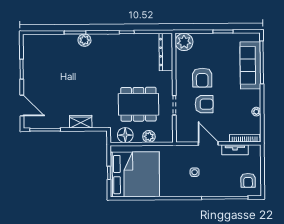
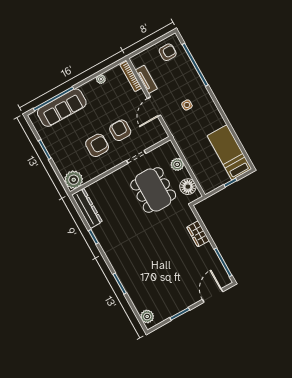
plant: (84, 40) -> (147, 316), moved
dresser: (166, 52) -> (87, 208), moved, turned -90
bed: (135, 174) -> (229, 152), width x0.49

